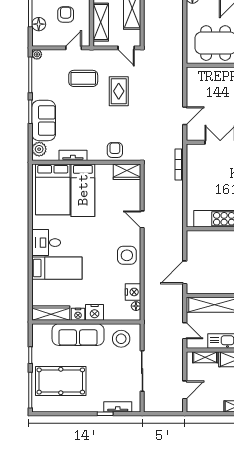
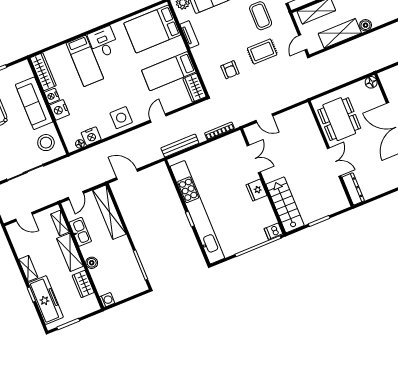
armchair: (115, 150) -> (230, 70), moved, turned 90
bed: (83, 190) -> (169, 71), moved
bench: (178, 209) -> (180, 146), added

